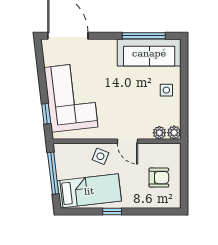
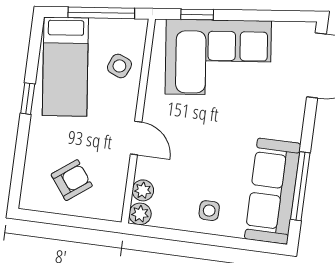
door: (128, 141) -> (136, 138), swing flipped
side table: (100, 156) -> (119, 66), moved
armchair: (159, 178) -> (72, 180), turned -127

